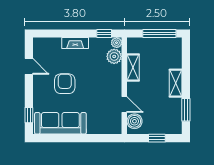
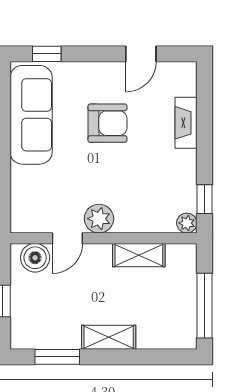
fireplace: (75, 43) -> (186, 123), moved
plant: (114, 56) -> (99, 219), moved

